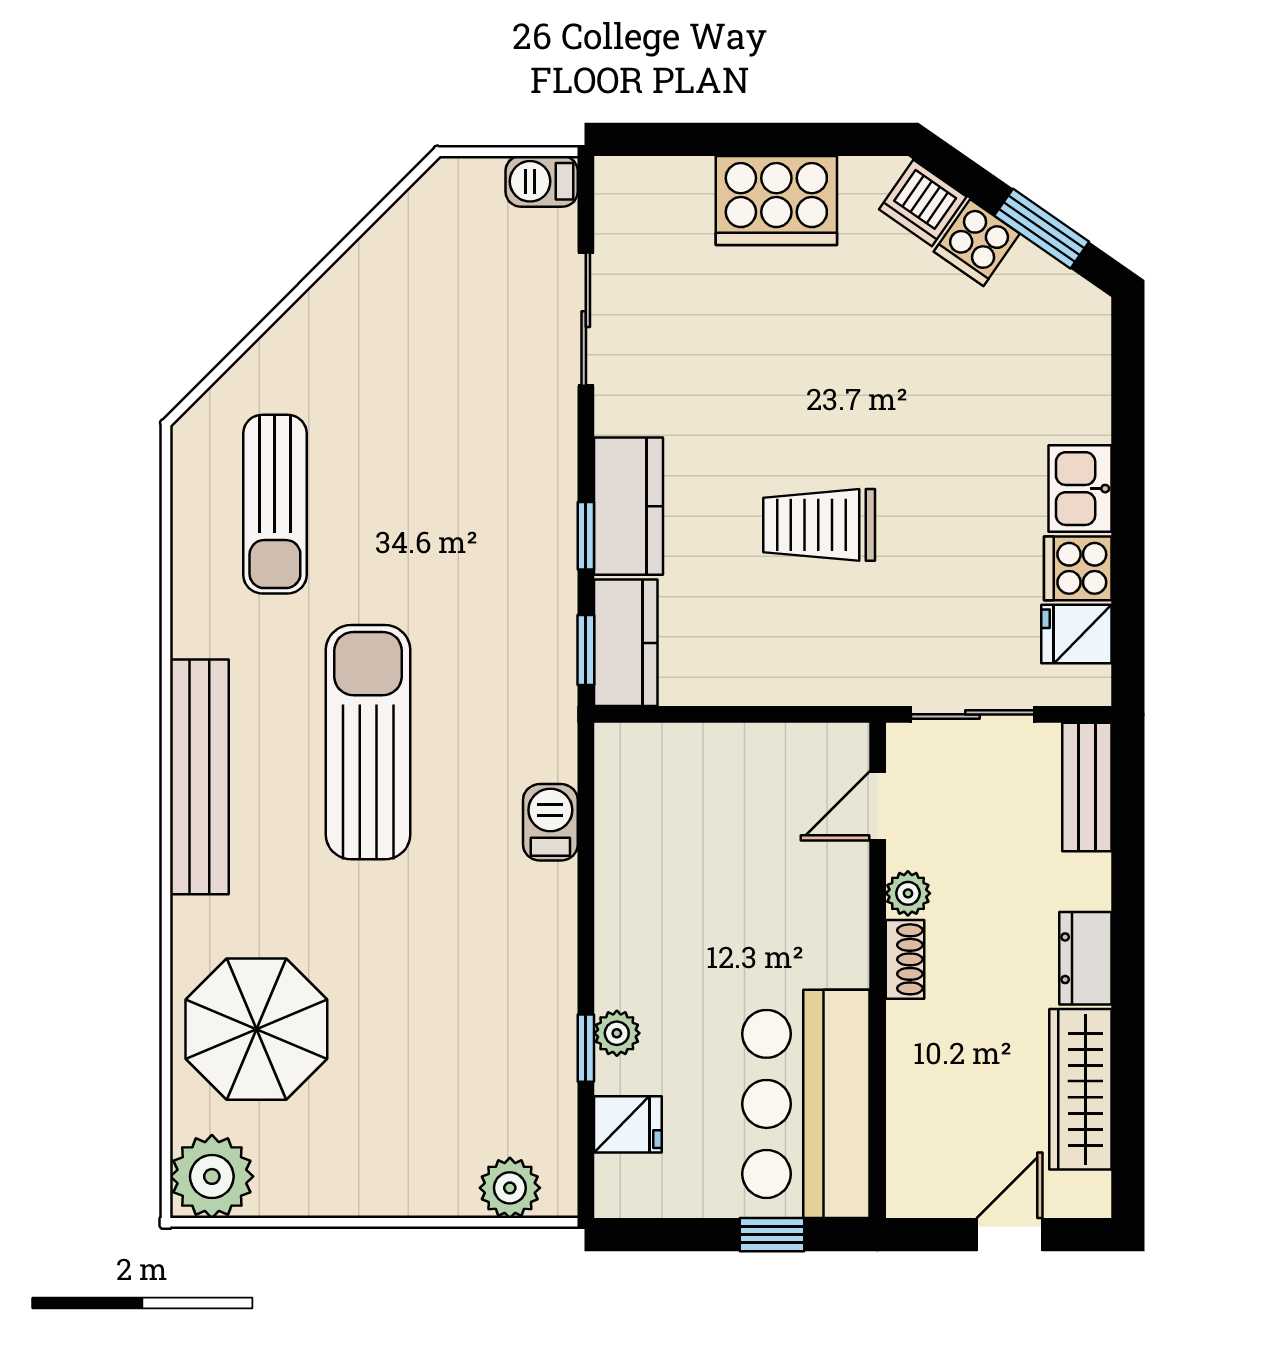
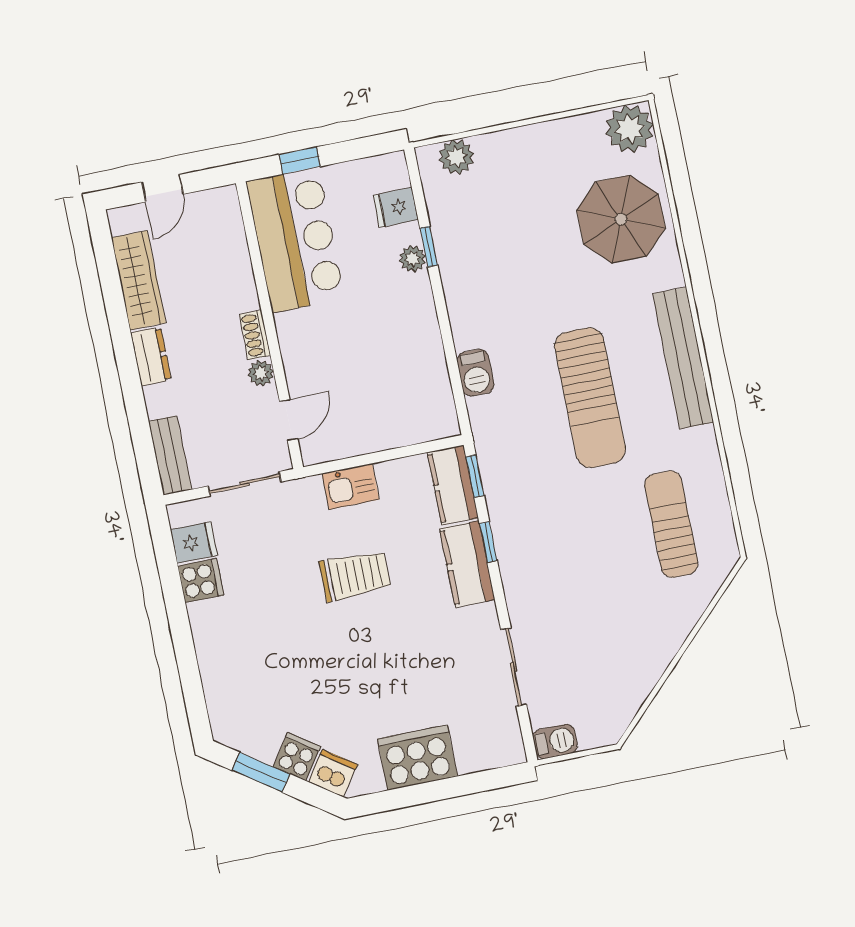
kitchen sink: (1080, 489) -> (350, 486), moved, turned 90

